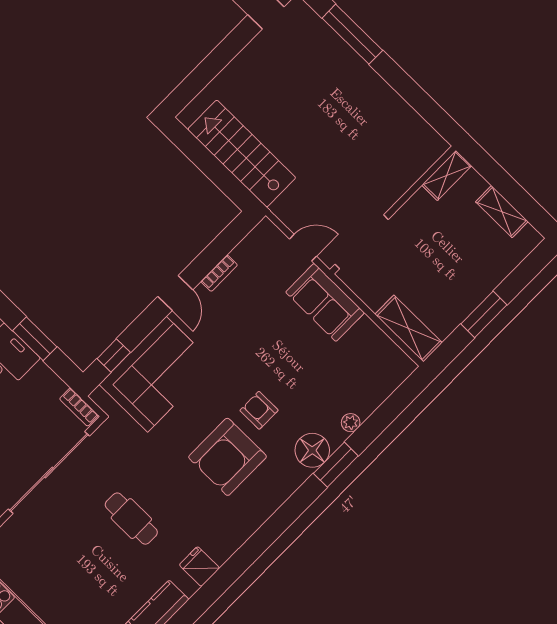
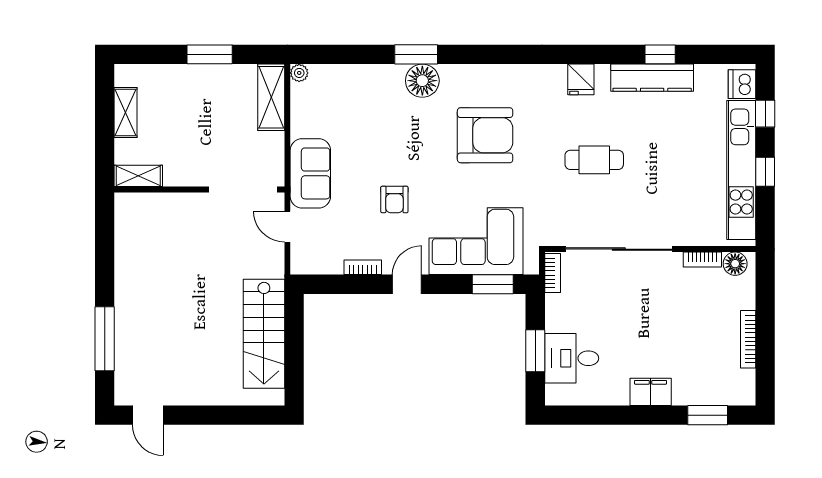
window: (114, 356) -> (493, 284), width x1.50
armchair: (259, 410) -> (394, 200), moved
plant: (351, 423) -> (299, 73), moved
cafe table: (131, 519) -> (594, 160), turned 90

